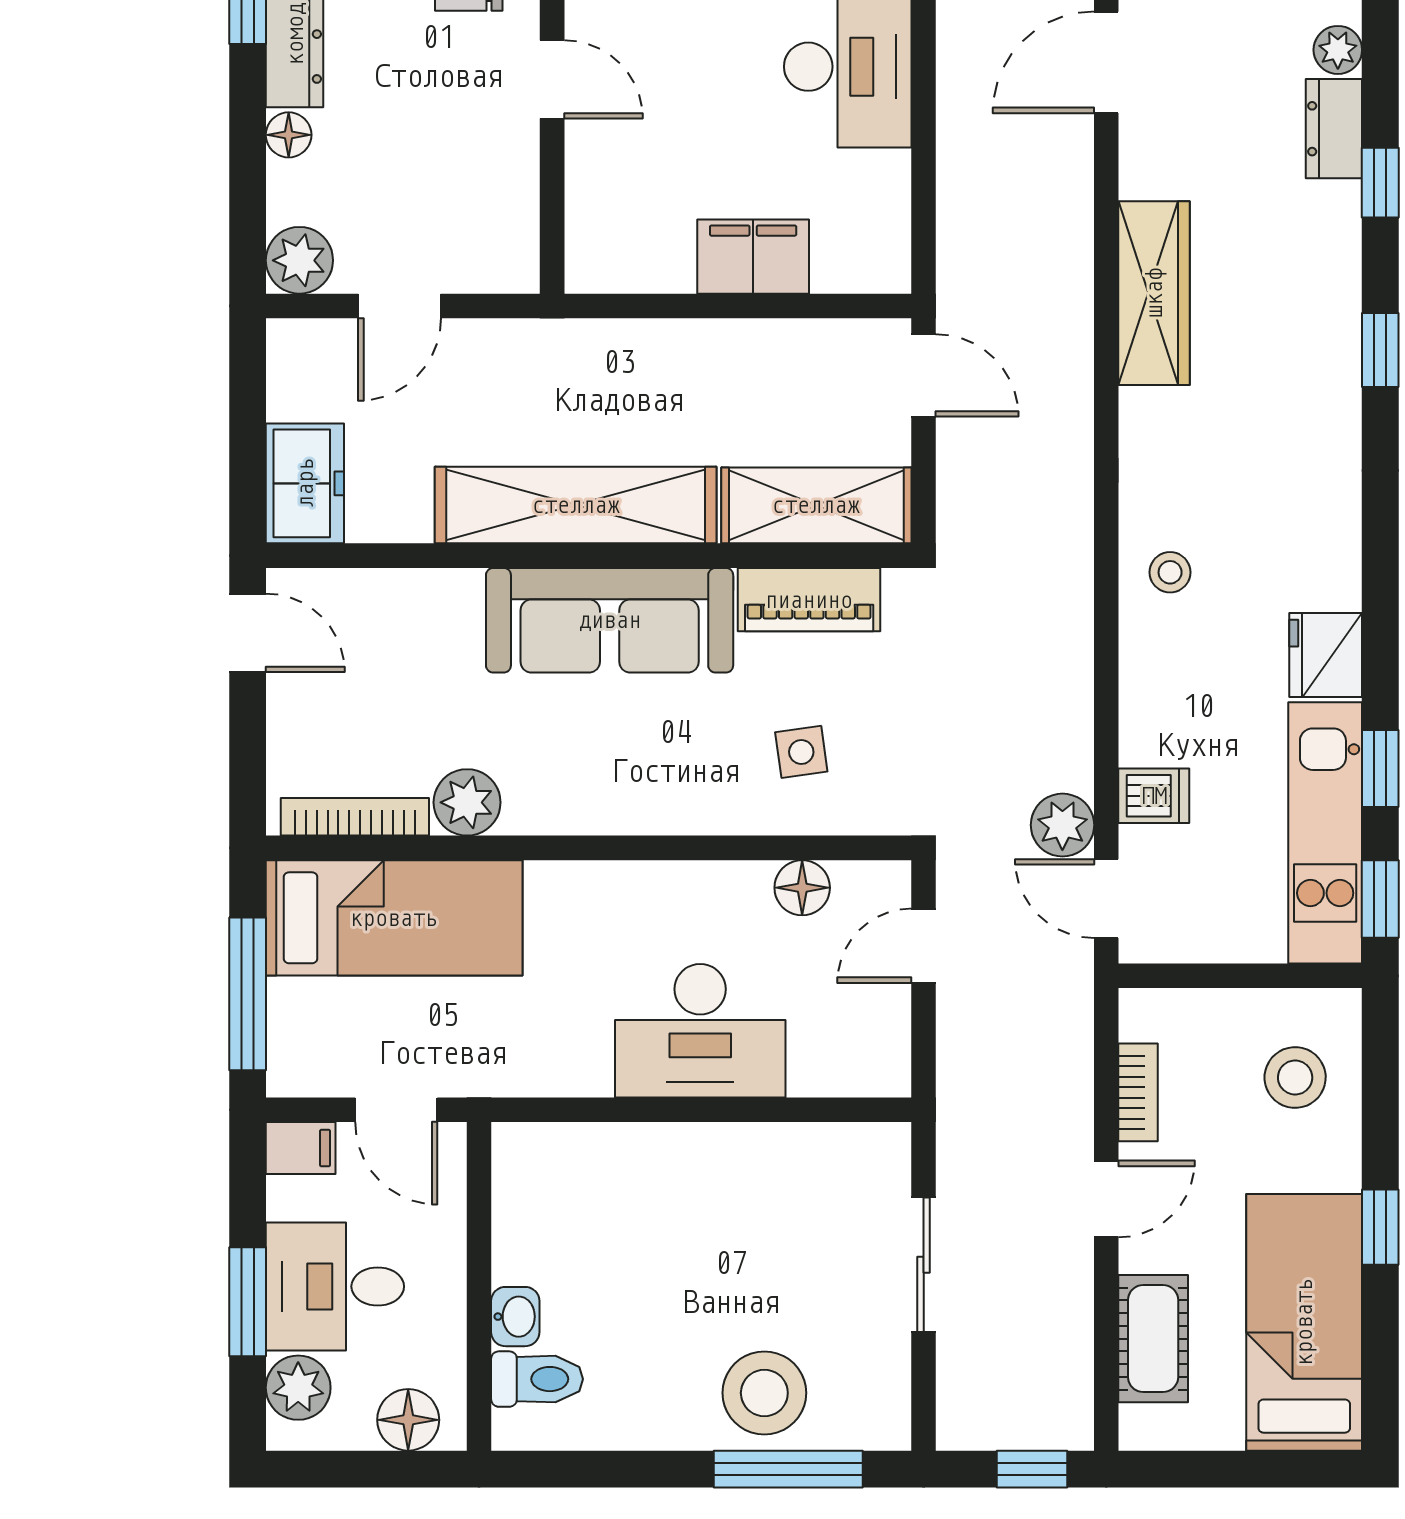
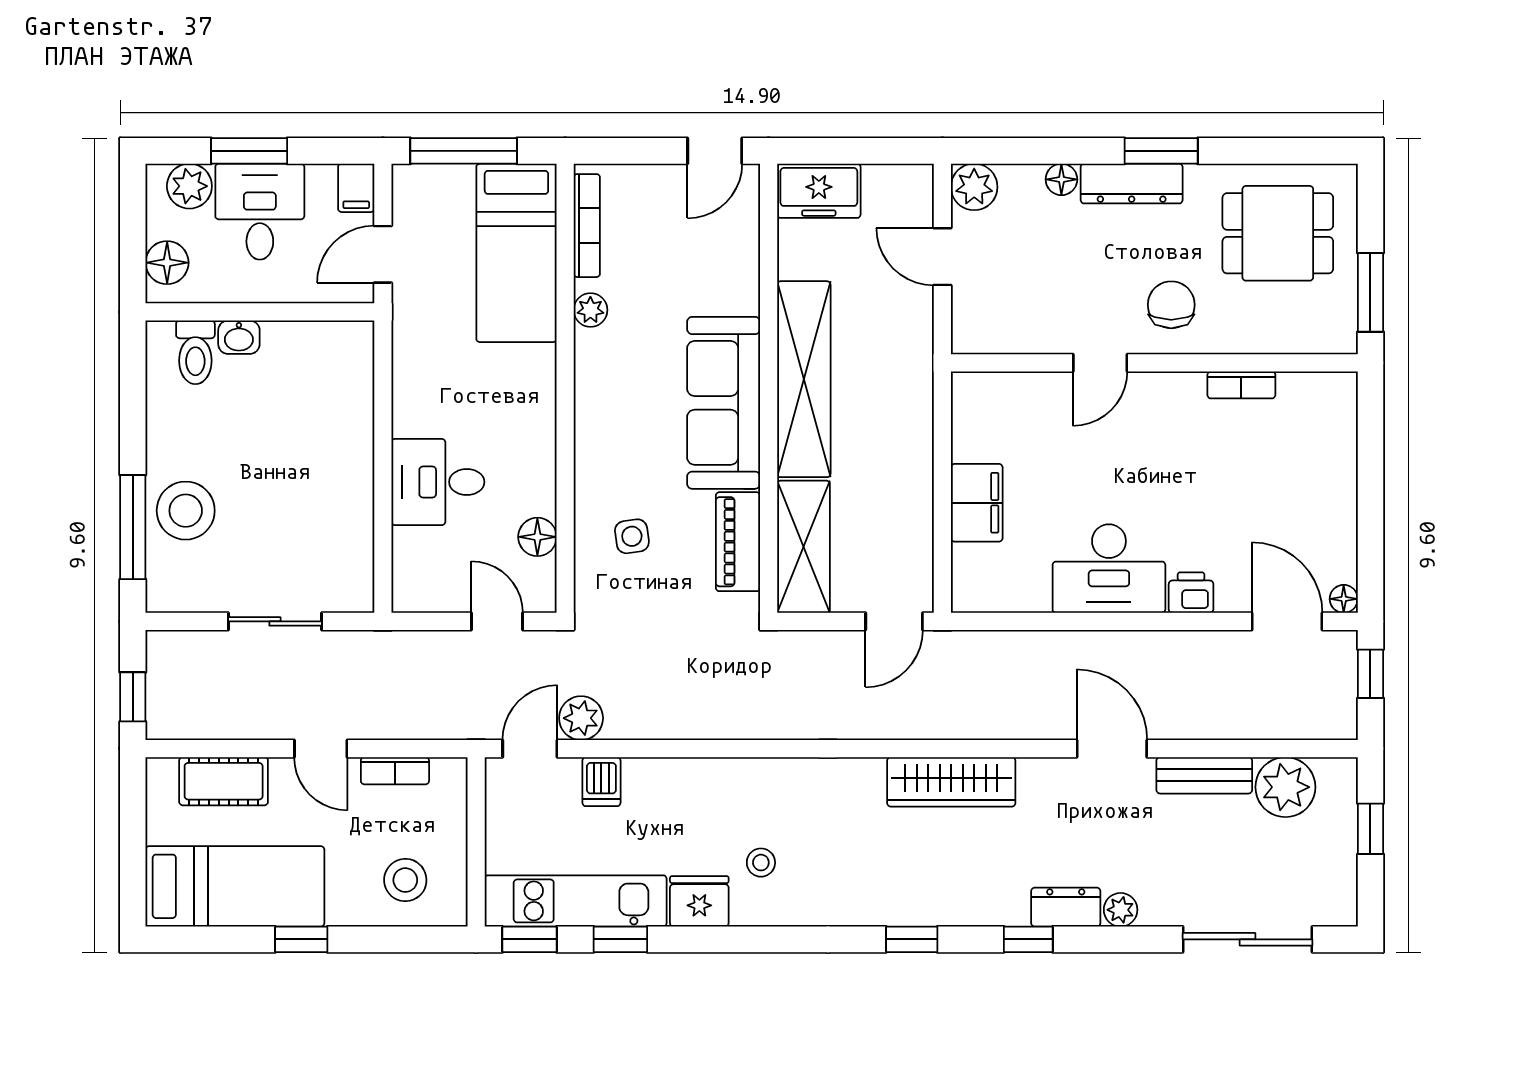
stool: (1170, 572) -> (761, 863), moved
plant: (467, 802) -> (590, 310), width x0.73, depth x0.73
desk: (700, 1031) -> (438, 482), width x0.73

